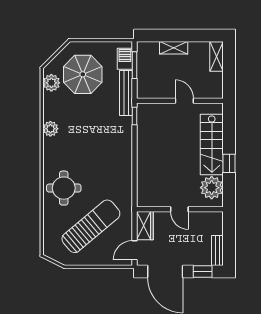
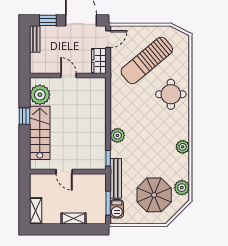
plant: (124, 142) -> (117, 135), added

